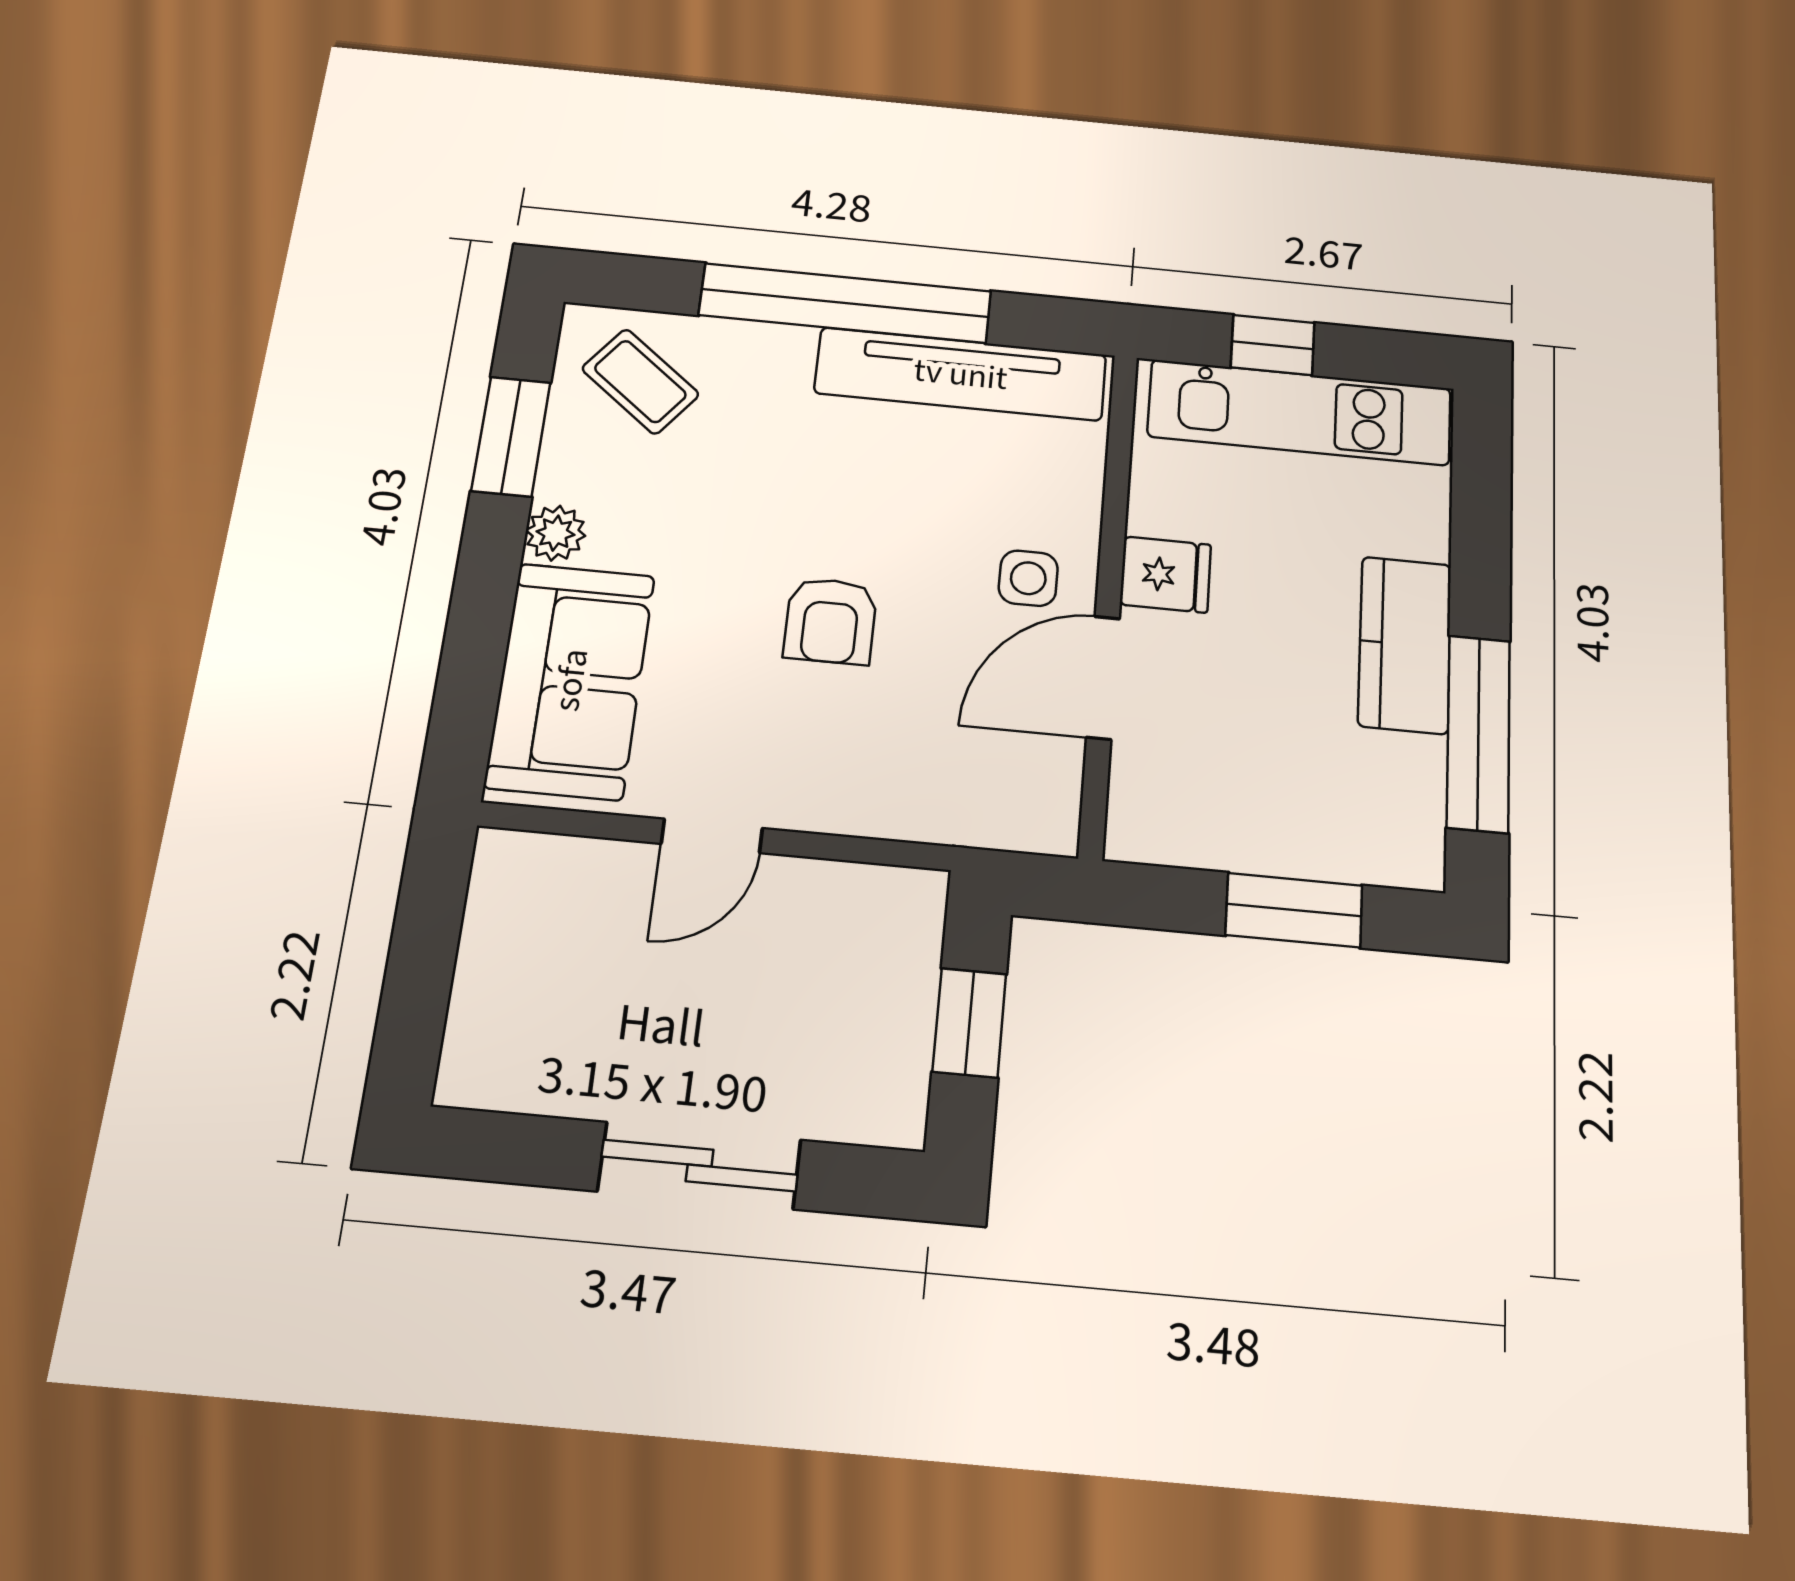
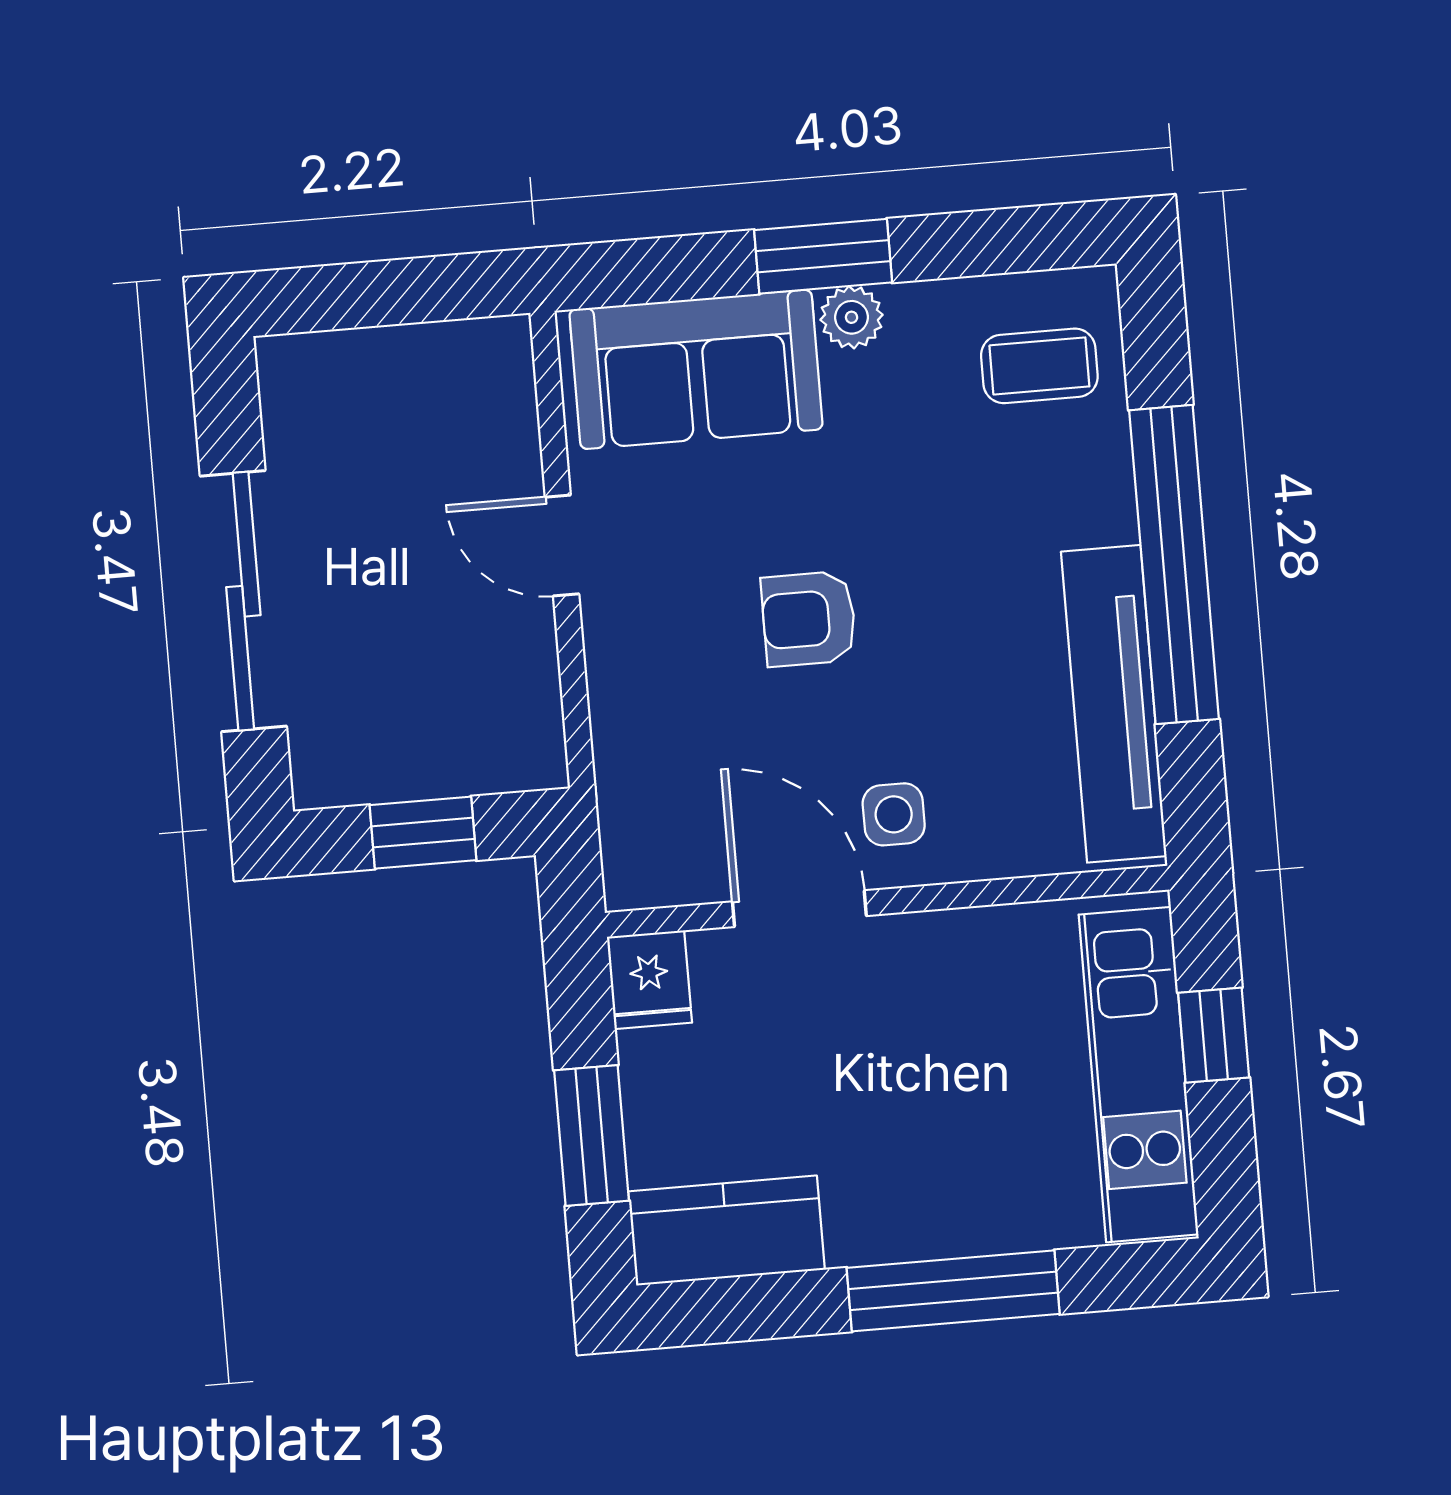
coffee table: (640, 381) -> (1039, 366), turned 52
window: (511, 436) -> (823, 256), moved
fridge: (1165, 575) -> (649, 980), moved
kitchen counter: (1405, 645) -> (727, 1230), moved
window: (1479, 733) -> (953, 1291), moved
sliding door: (700, 1166) -> (243, 601), width x1.37

